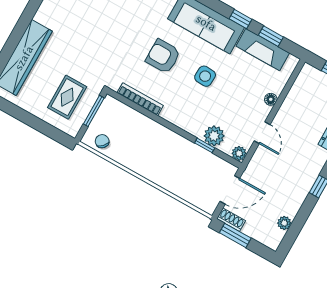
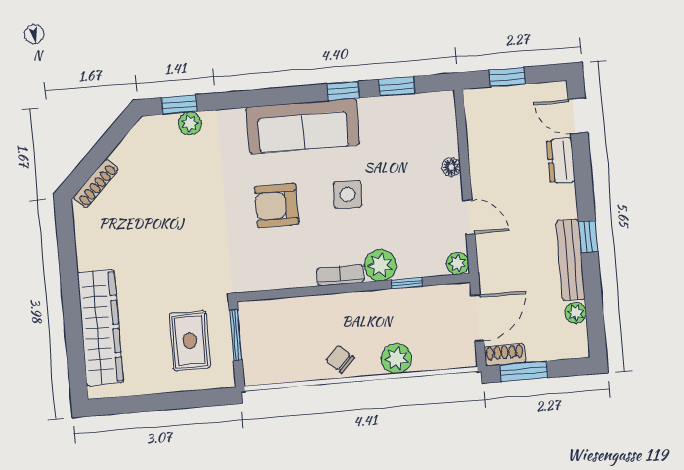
fireplace: (263, 49) -> (398, 110), removed
bookcase: (140, 99) -> (340, 275), moved, width x0.64
plant: (214, 136) -> (381, 265), moved
chair: (102, 141) -> (340, 359), moved
plant: (172, 182) -> (396, 359), added
bench: (301, 193) -> (570, 260), added

